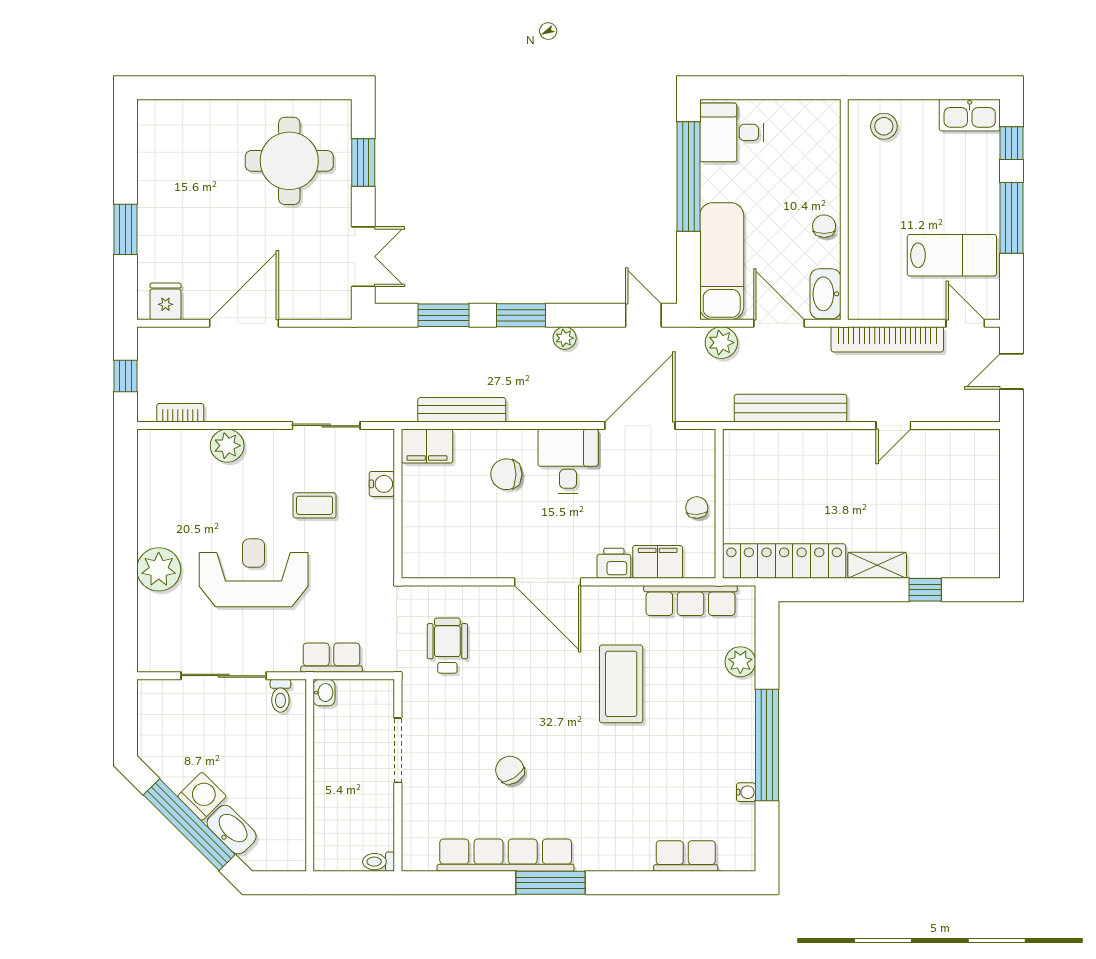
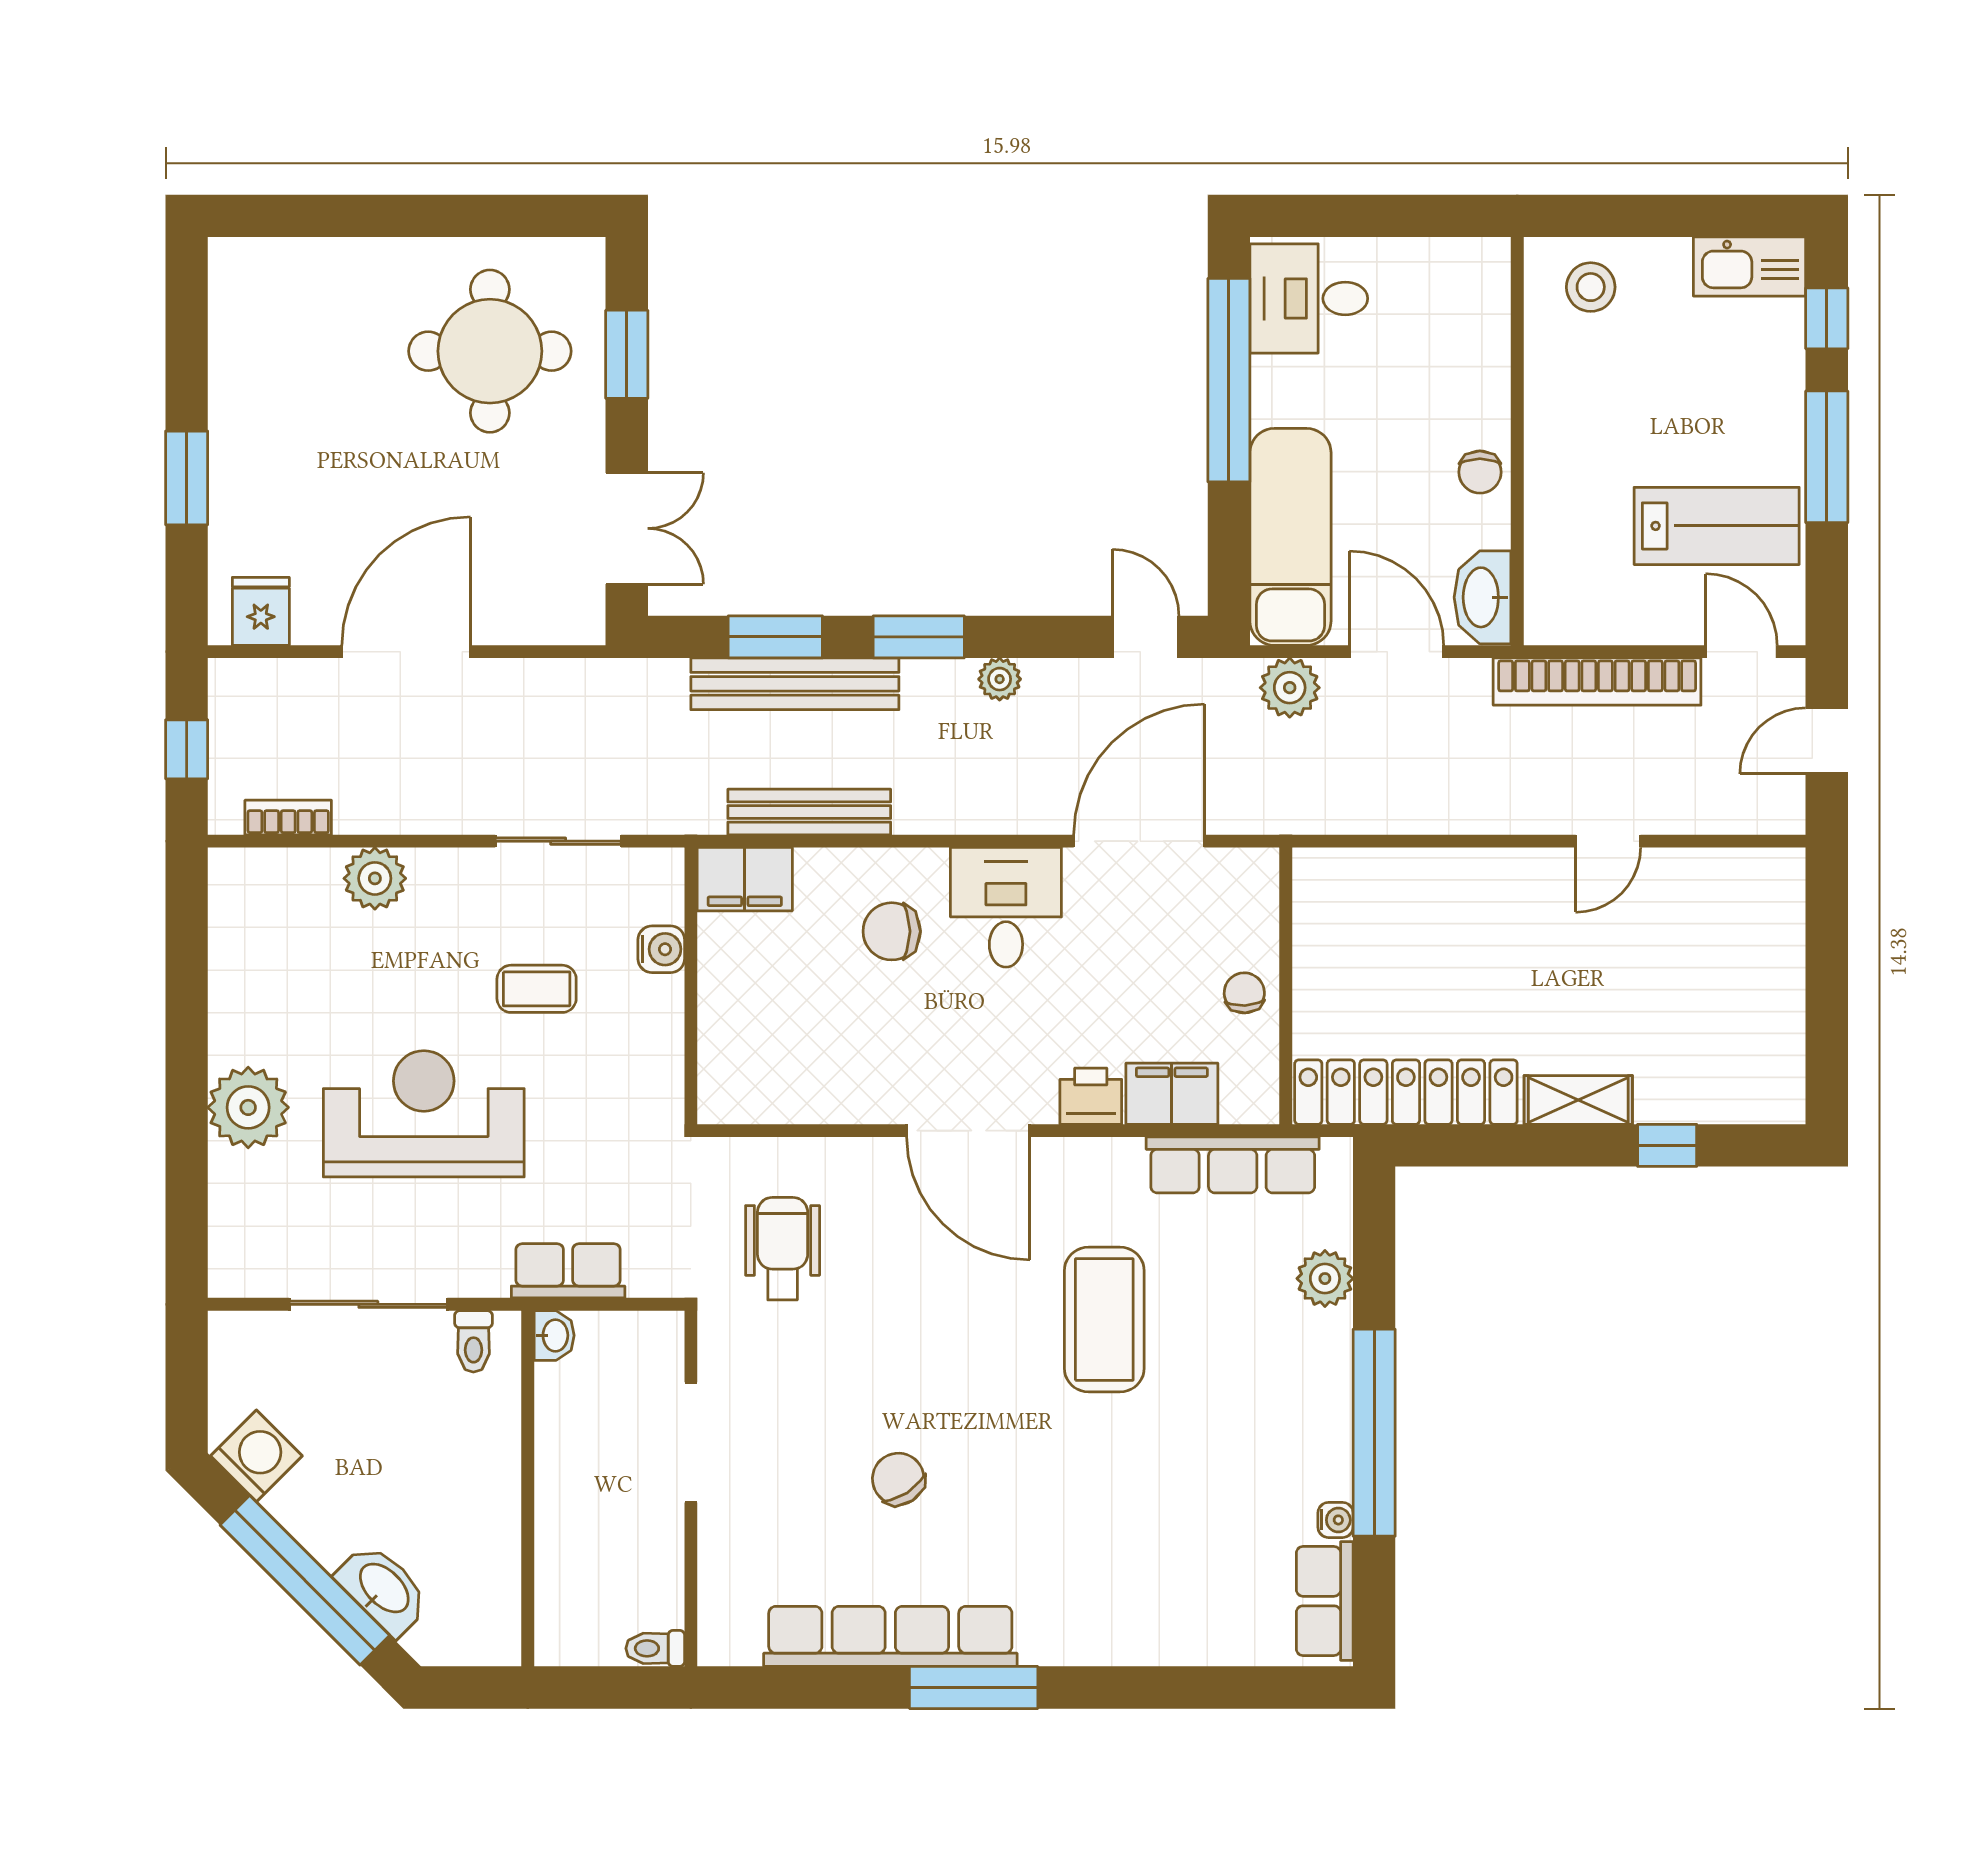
chair: (824, 226) -> (1480, 472), turned 180
bench: (791, 408) -> (795, 684), moved
washing machine: (202, 796) -> (256, 1456), moved
row of seats: (686, 856) -> (1325, 1601), moved, turned -90

